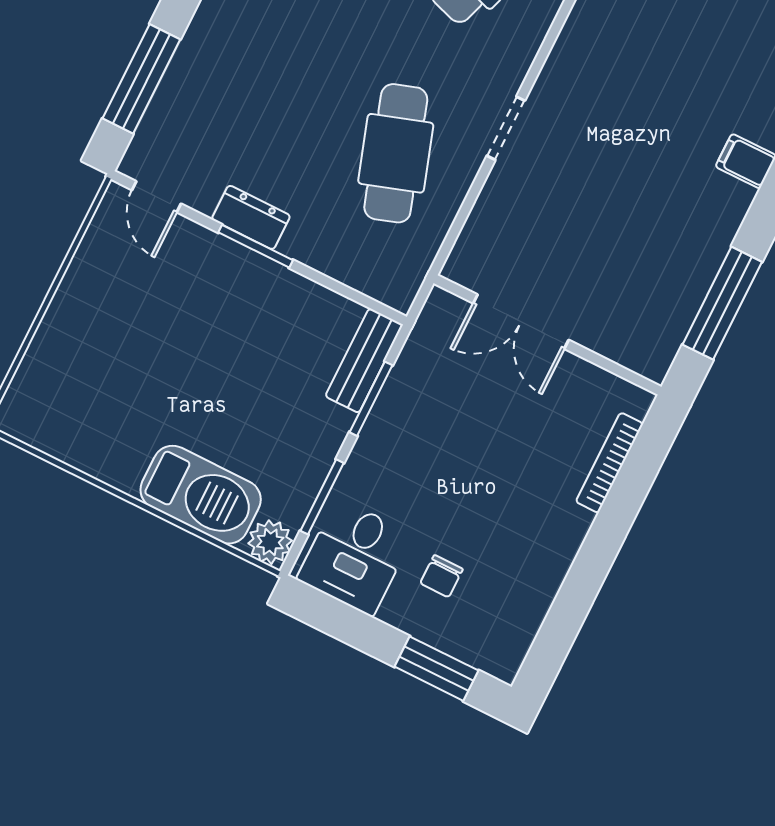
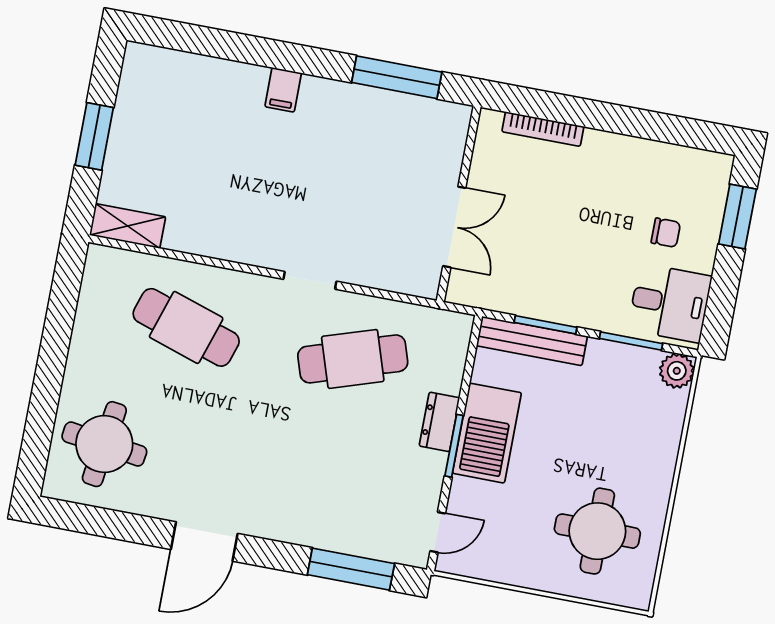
dresser: (251, 217) -> (439, 422), moved
bench: (364, 361) -> (532, 341), width x1.36
round table: (103, 391) -> (597, 531), added
barbecue: (201, 495) -> (487, 433), moved, turned 180

